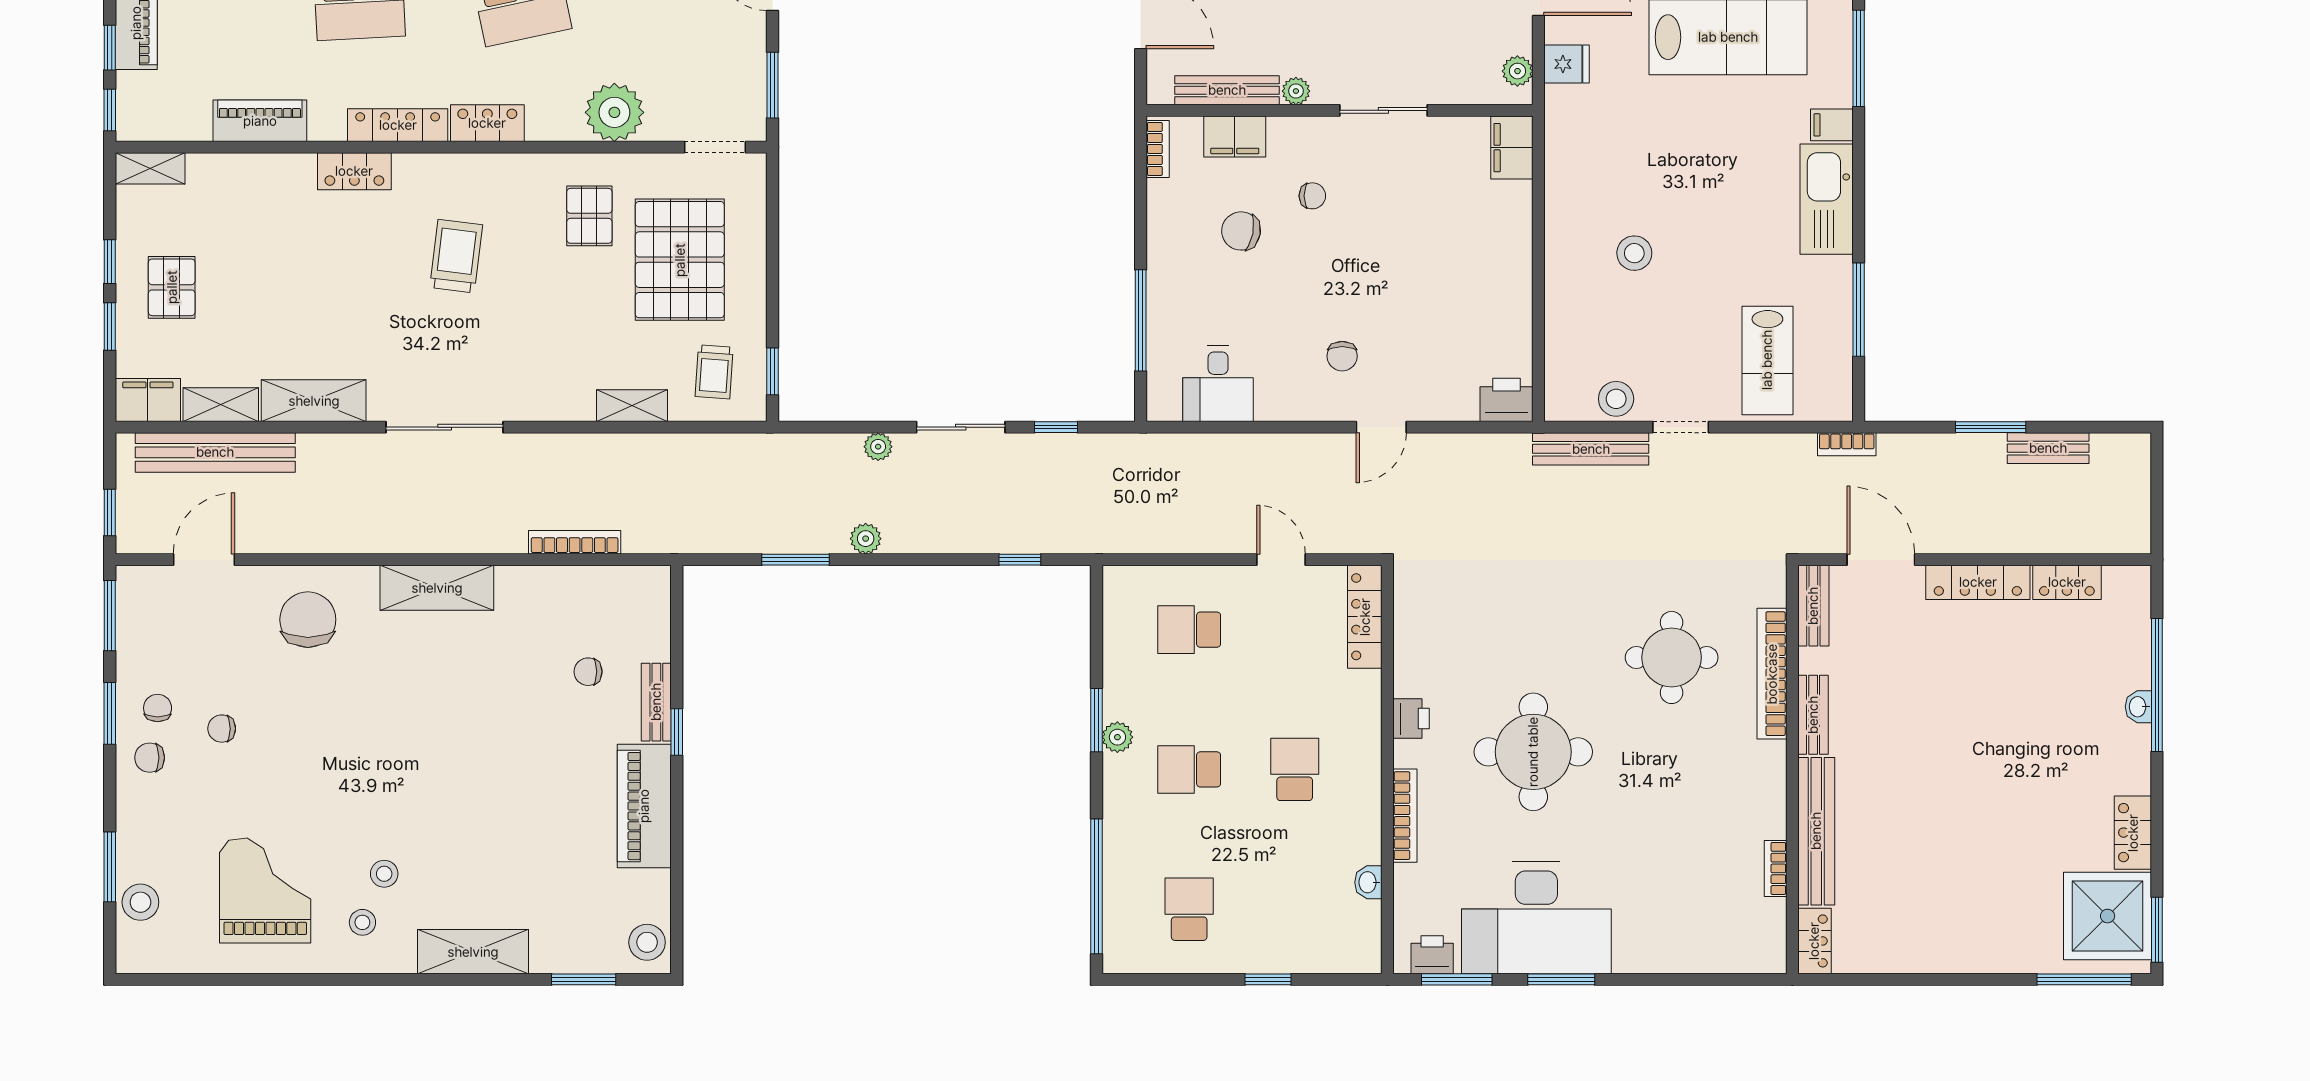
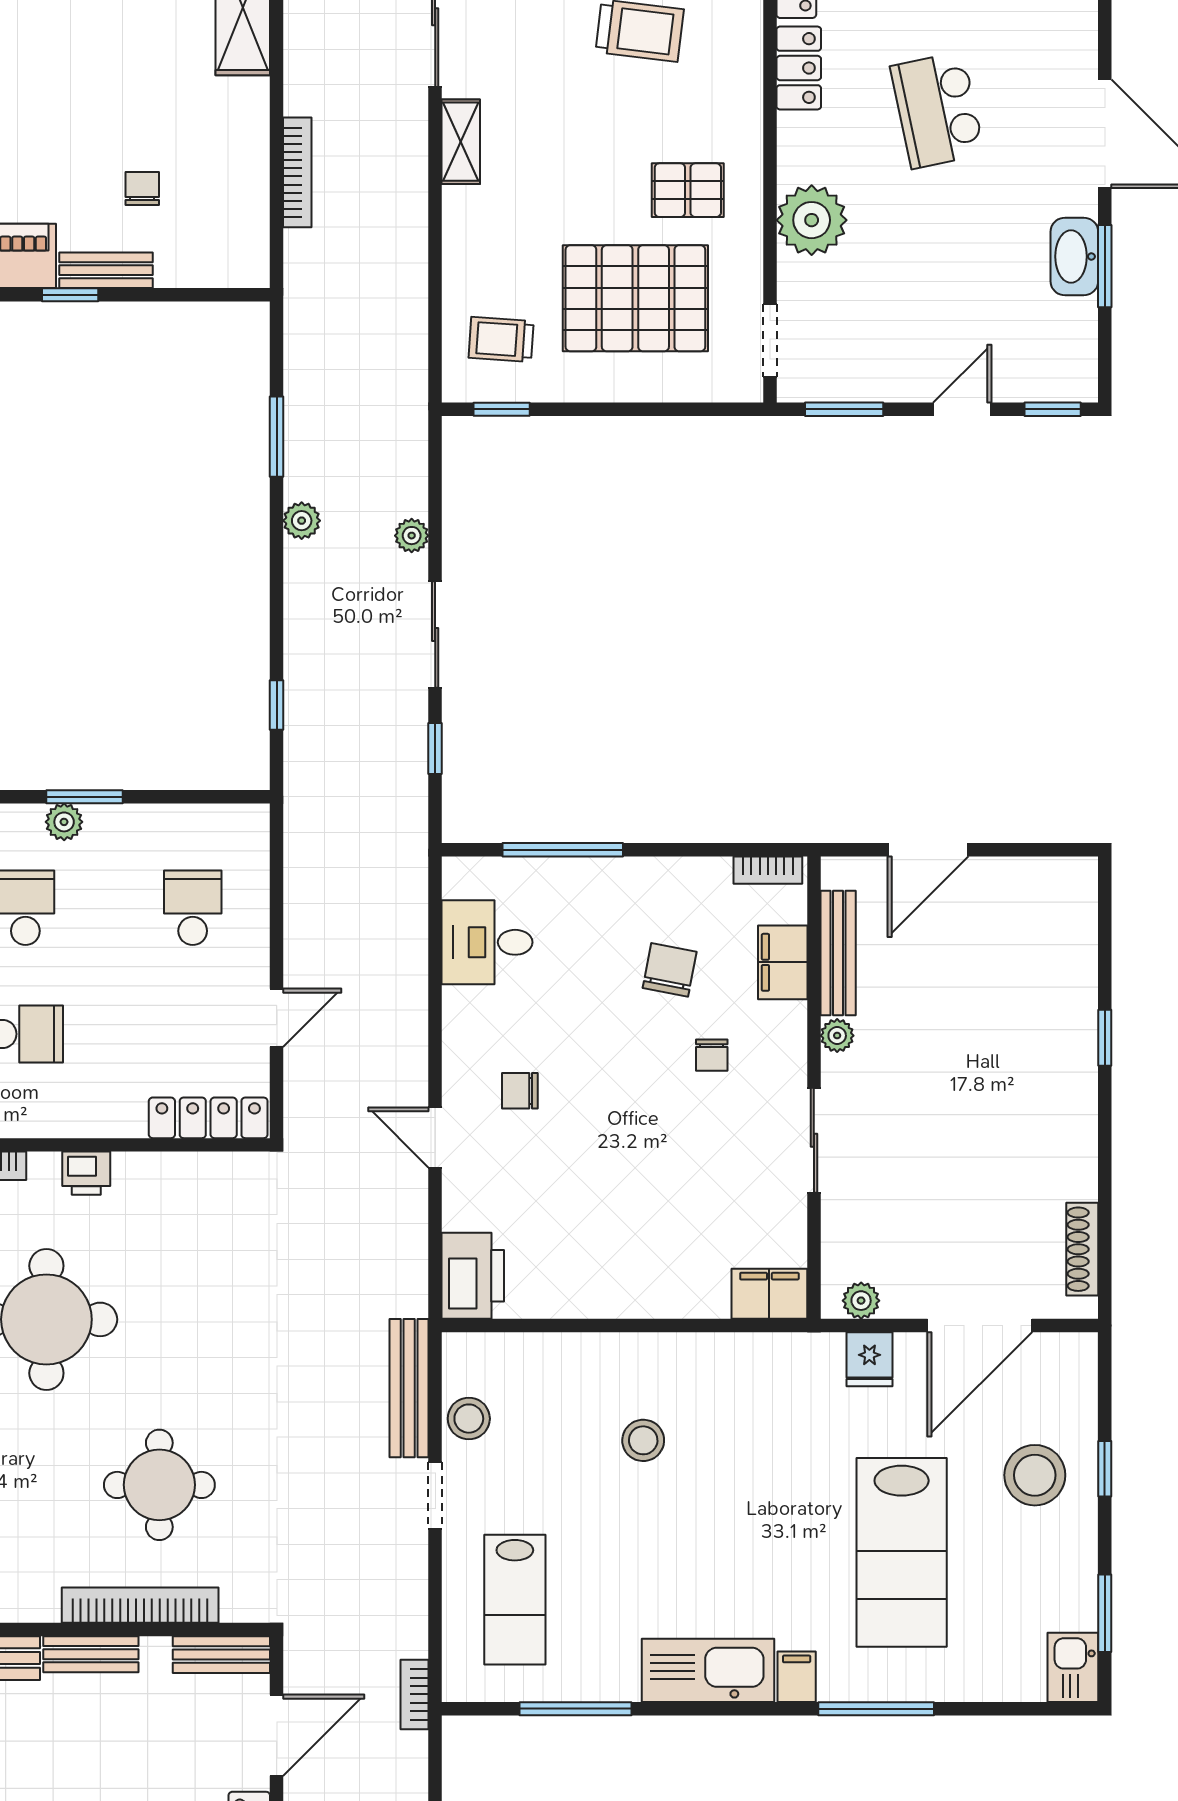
lab bench: (1767, 360) -> (515, 1600), turned -90
printer: (1507, 400) -> (473, 1276), width x1.37, depth x1.19
shelving: (632, 406) -> (461, 142), moved

